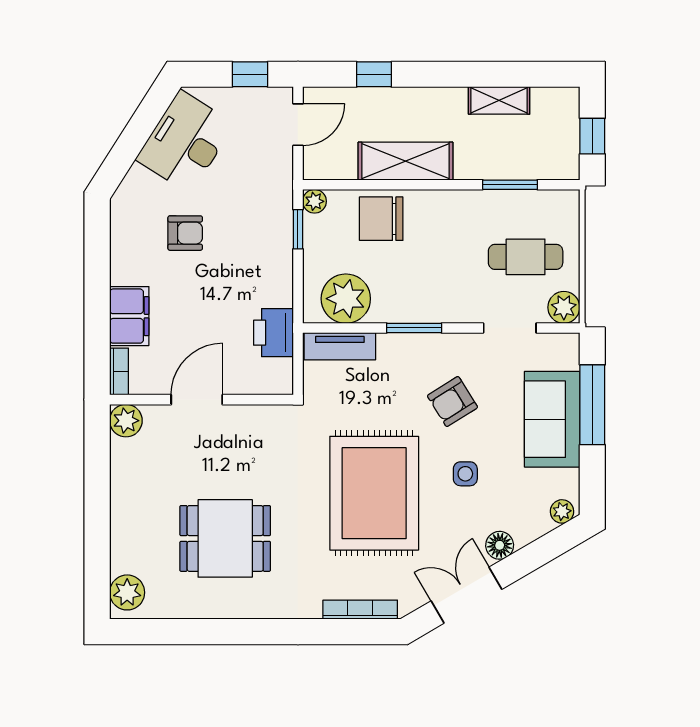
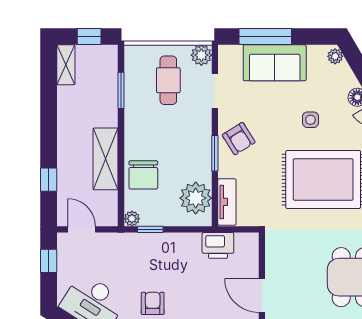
shelving: (499, 100) -> (66, 65), moved
armchair: (452, 402) -> (239, 139), moved

